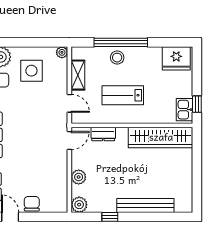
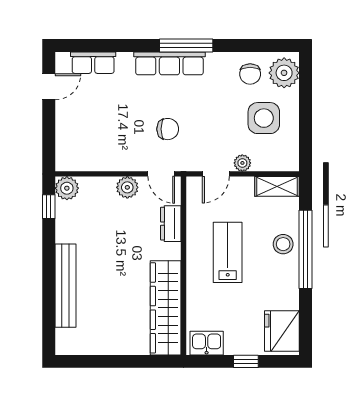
plant: (62, 52) -> (242, 163), moved
shelving: (78, 75) -> (277, 186), moved
window: (197, 104) -> (246, 361), moved
plant: (79, 177) -> (127, 187), moved
chair: (32, 204) -> (168, 129), moved
window: (110, 217) -> (49, 207), moved

